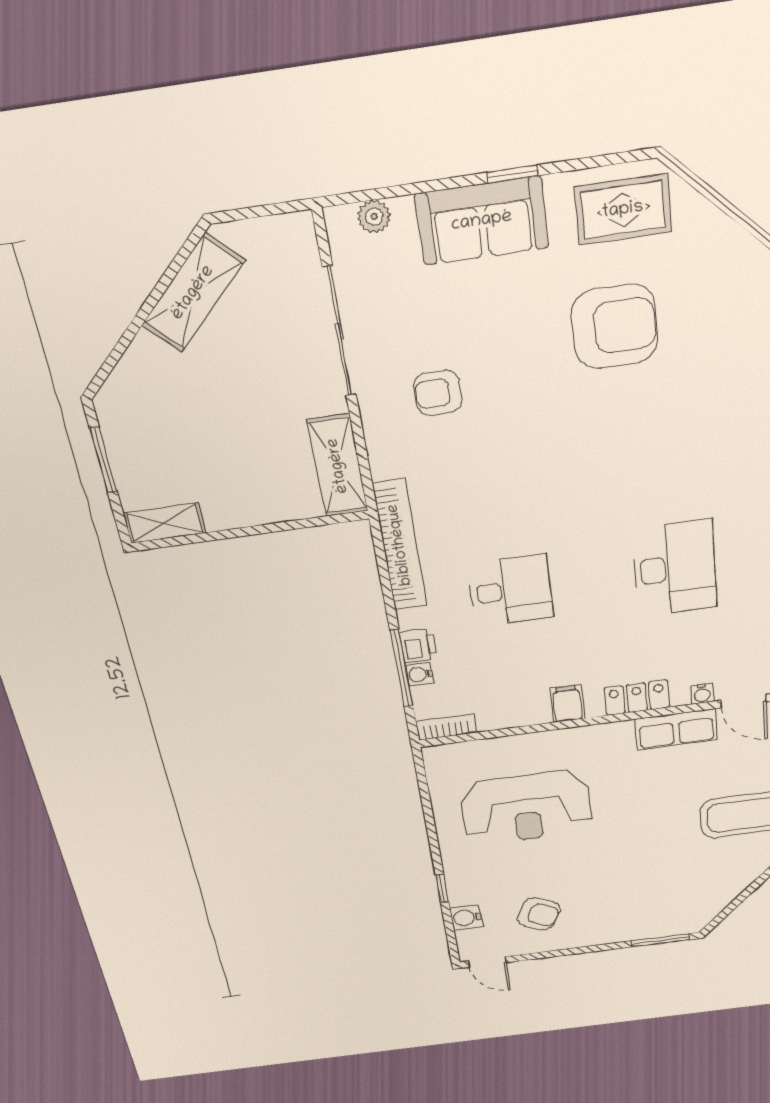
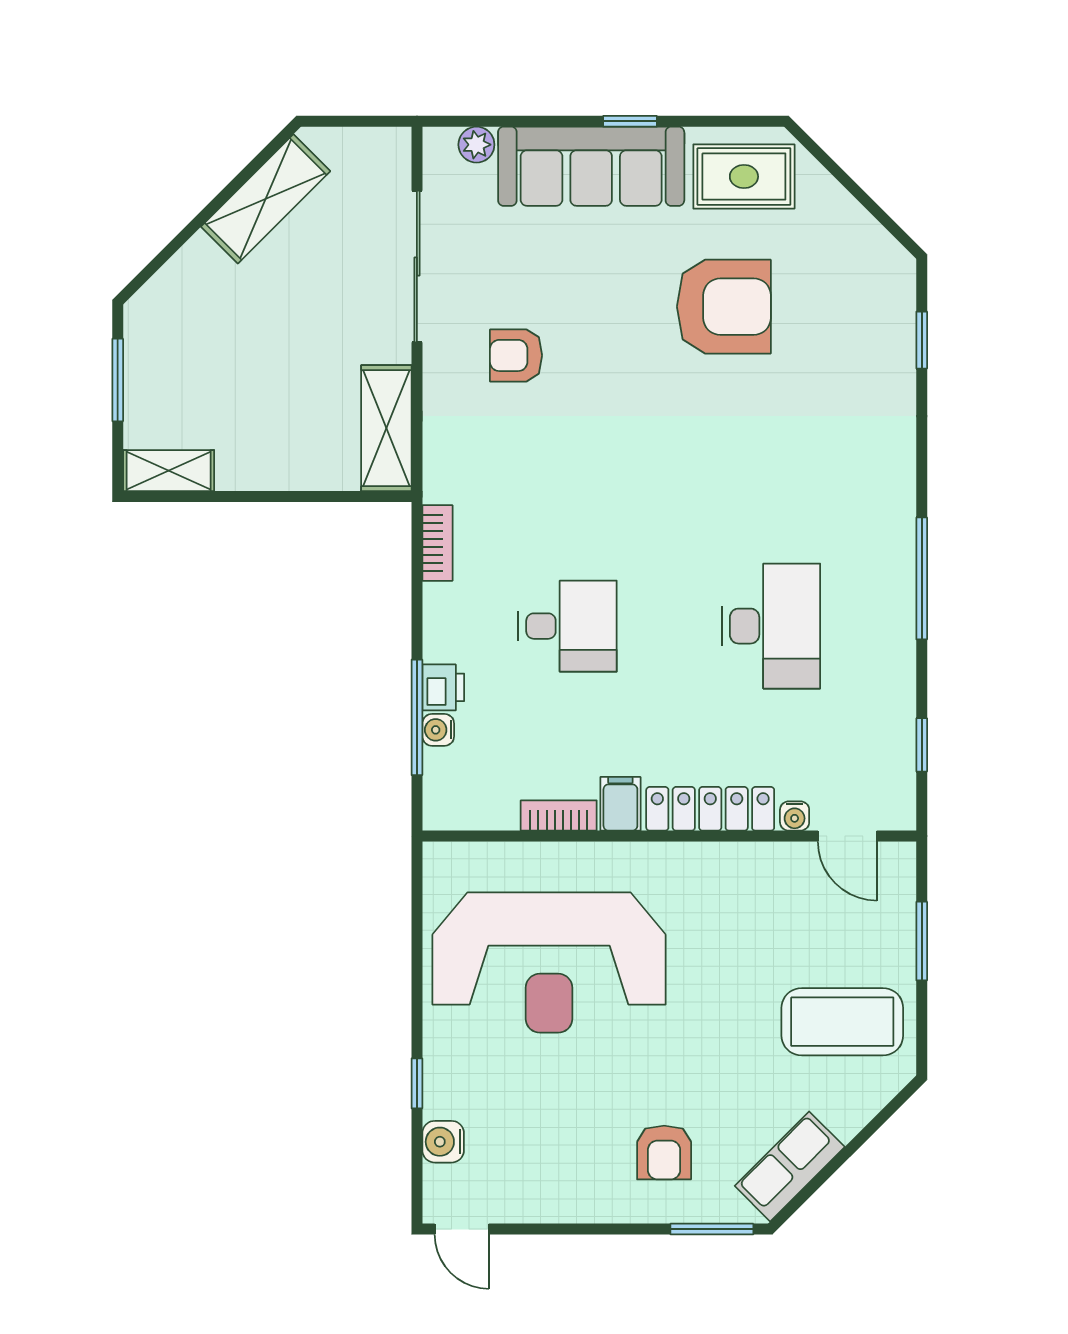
sofa: (482, 221) -> (591, 166), width x1.36
bookcase: (400, 545) -> (437, 543), width x0.43, depth x0.76
locker: (637, 698) -> (710, 809), width x1.53
bookcase: (446, 727) -> (559, 815), moved
row of seats: (676, 729) -> (790, 1166), moved, turned 135
reception desk: (526, 808) -> (549, 963), width x1.36, depth x1.30
armchair: (539, 914) -> (664, 1152), moved, turned 64

